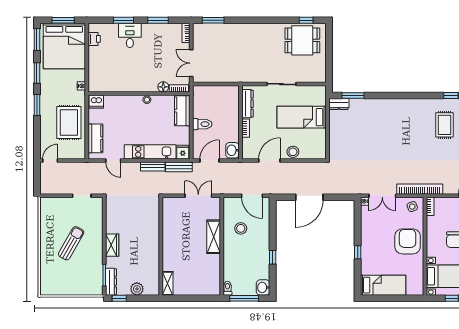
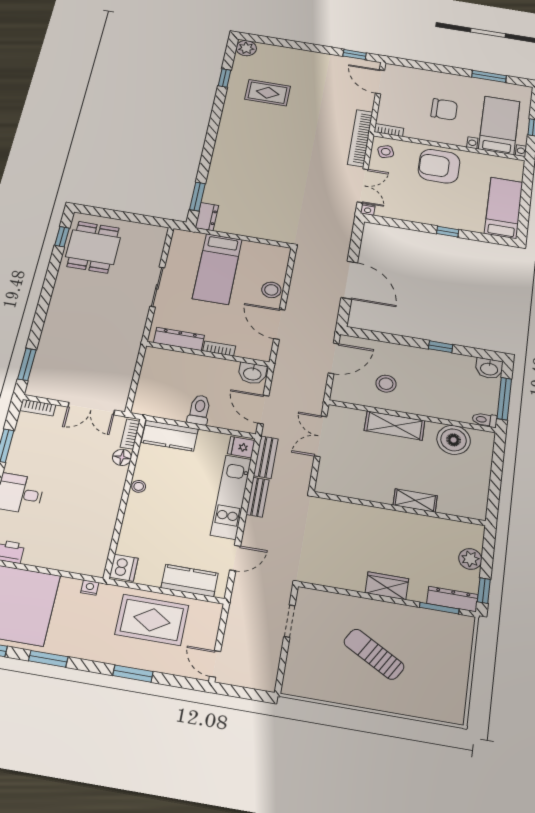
window: (37, 105) -> (133, 674), moved
boiler: (211, 272) -> (454, 440), added
shelving: (167, 283) -> (415, 500), moved

